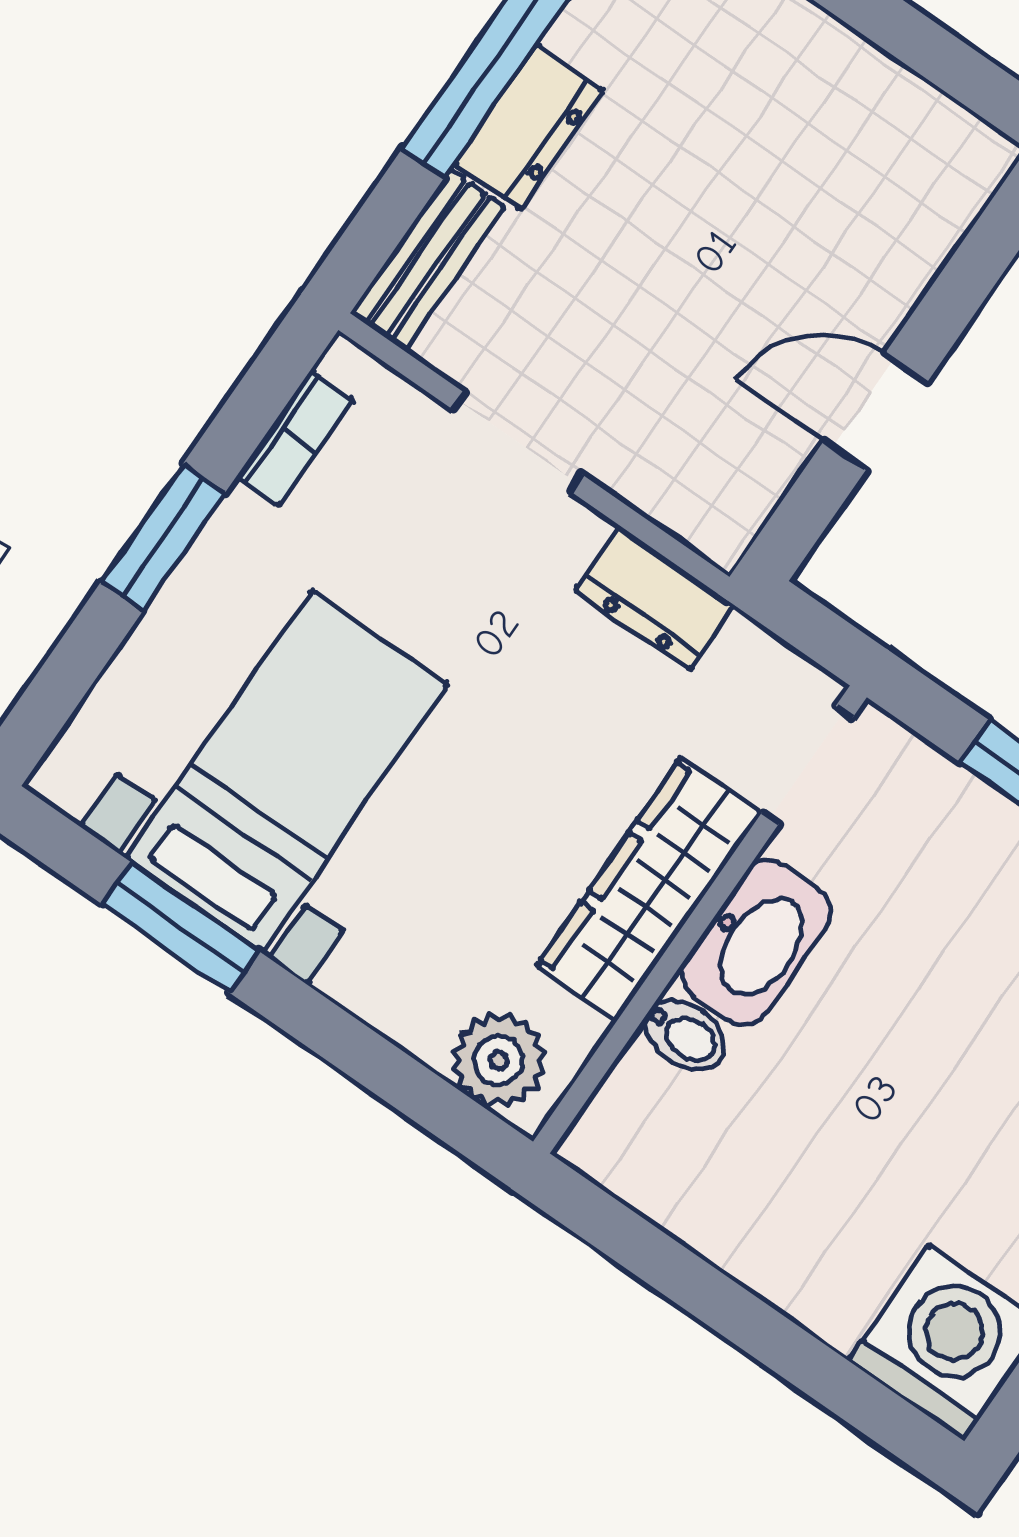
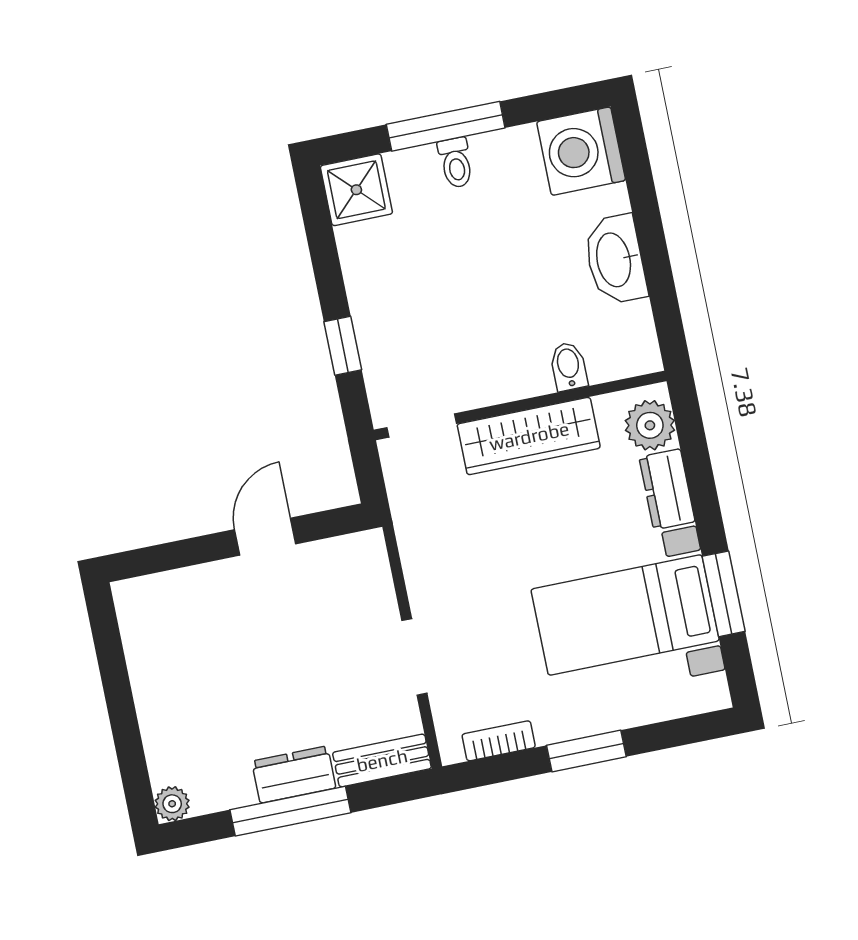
door: (875, 412) -> (265, 537), swing flipped
dresser: (655, 598) -> (667, 489), moved, turned 180
washbasin: (756, 943) -> (615, 260), moved, turned -90

